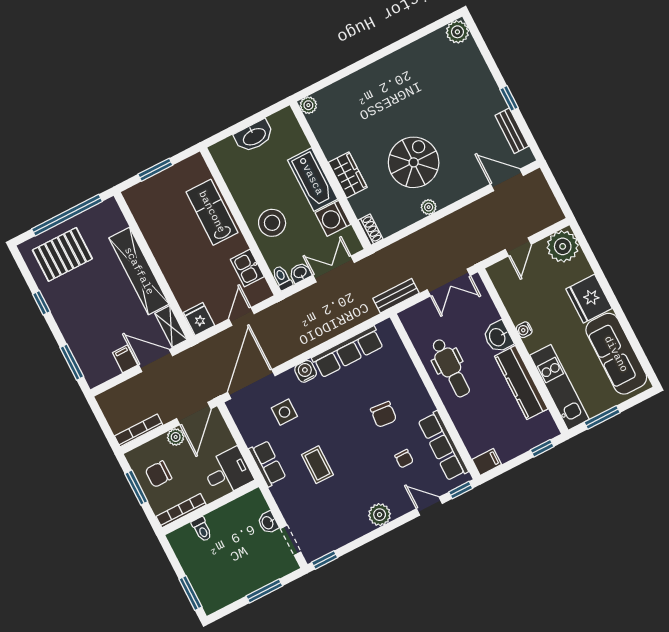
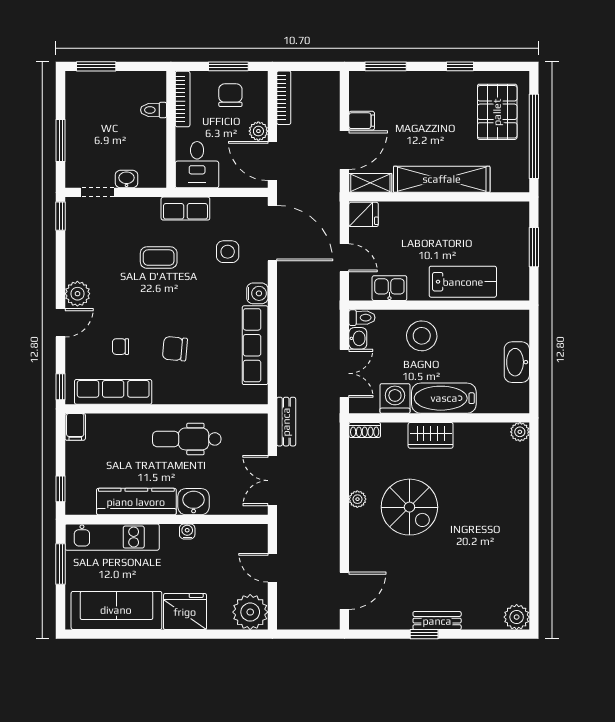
bench: (512, 131) -> (437, 621), moved
door: (429, 506) -> (61, 323), moved

